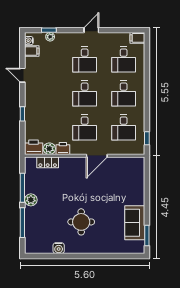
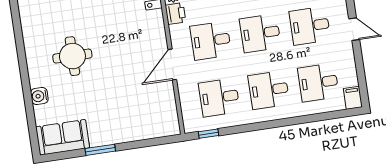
door: (97, 156) -> (172, 64), hinge flipped
sofa: (135, 223) -> (63, 137), moved
window: (147, 236) -> (100, 150), moved
water cooler: (59, 248) -> (39, 96), moved

